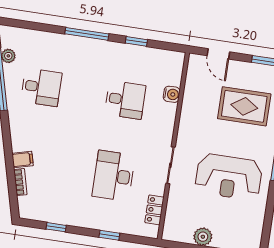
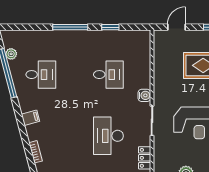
door: (218, 54) -> (176, 27), swing flipped
water cooler: (172, 94) -> (144, 95), moved
filing cabinet: (23, 159) -> (30, 118), moved

